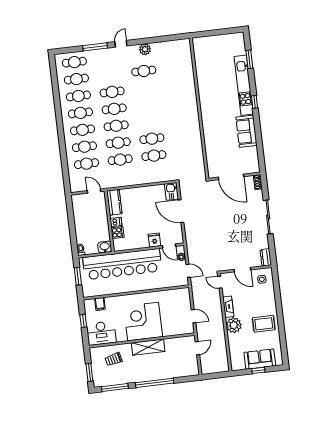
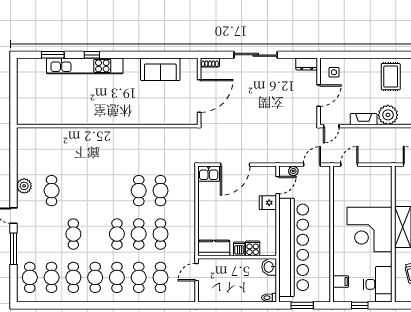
window: (254, 102) -> (92, 55), moved
cafe table: (114, 109) -> (95, 234), removed
sofa: (246, 131) -> (160, 69), moved
door: (193, 316) -> (349, 165), moved

